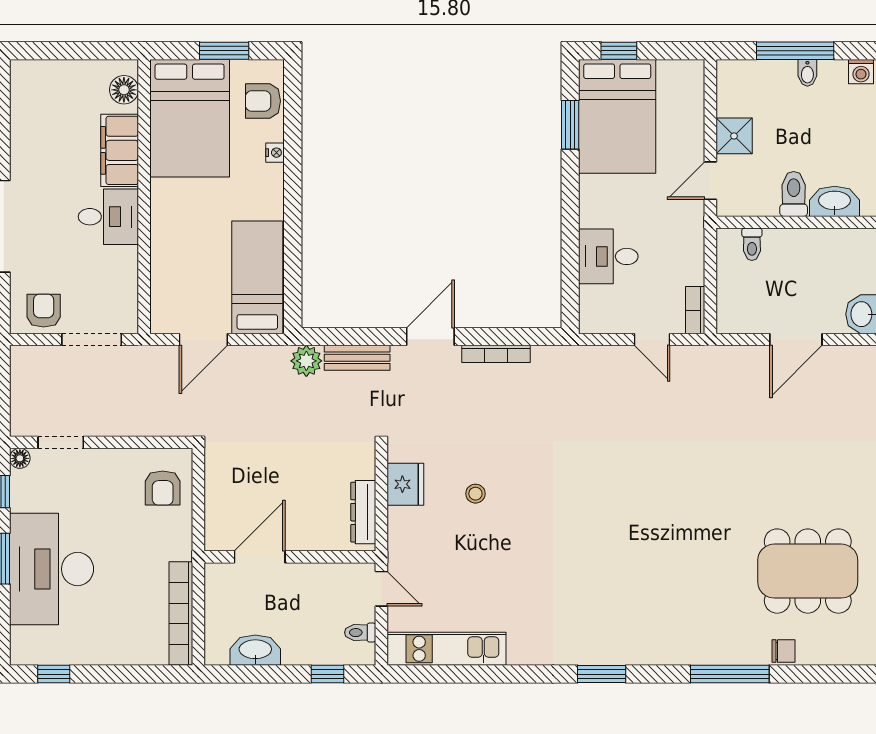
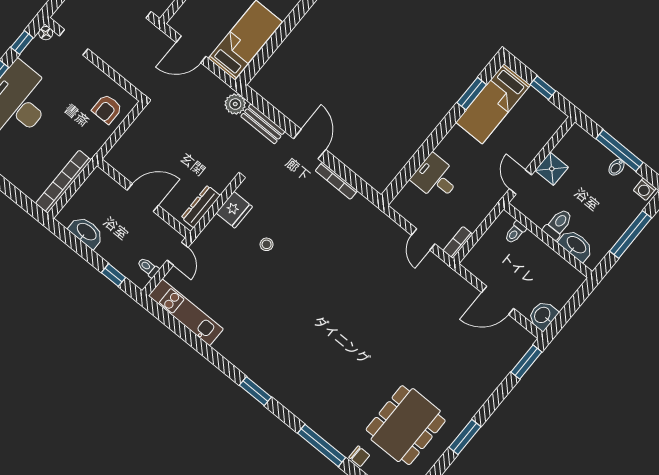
window: (619, 51) -> (543, 88), moved
bed: (617, 116) -> (493, 104), width x0.67
door: (710, 181) -> (521, 182), hinge flipped
door: (430, 337) -> (310, 144), hinge flipped
door: (260, 557) -> (143, 198), moved
dining table: (808, 571) -> (406, 425), turned 90

